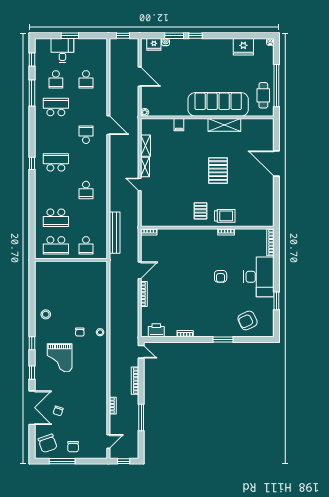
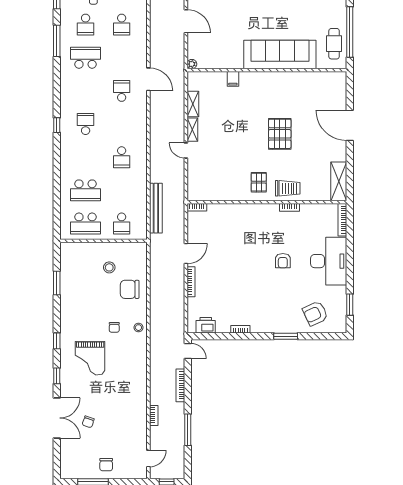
shelving: (224, 125) -> (339, 181), moved, turned 90
school desk: (56, 162) -> (86, 124), width x0.54
window: (32, 295) -> (57, 283), added
window: (276, 301) -> (350, 305), moved
stool: (46, 314) -> (109, 267), moved
chair: (48, 443) -> (130, 289), moved, turned 109

